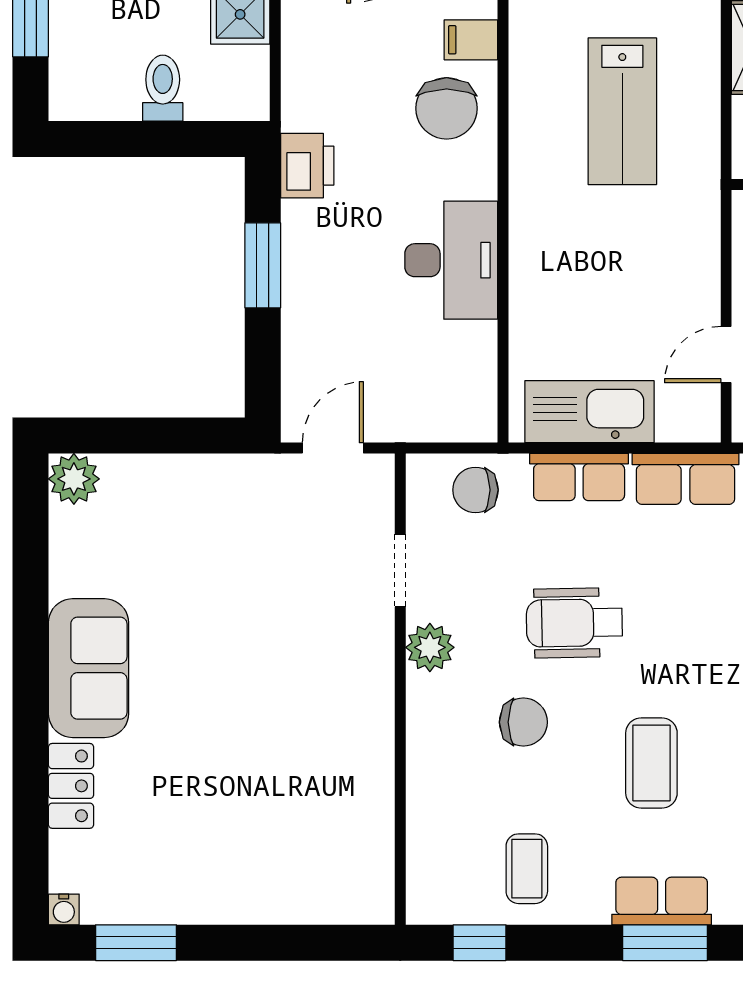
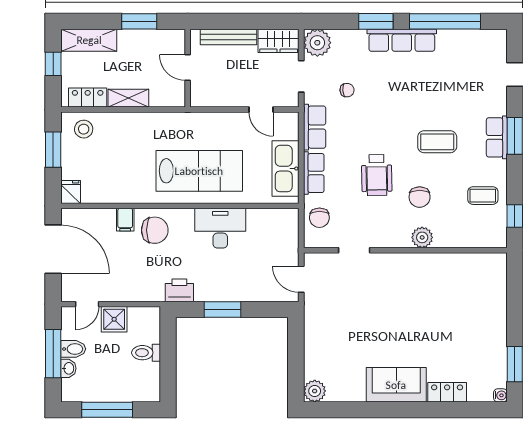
lab bench: (622, 111) -> (199, 171), moved, width x1.36, depth x1.39
plant: (430, 647) -> (422, 237), moved
chair: (523, 722) -> (420, 197), turned 180

